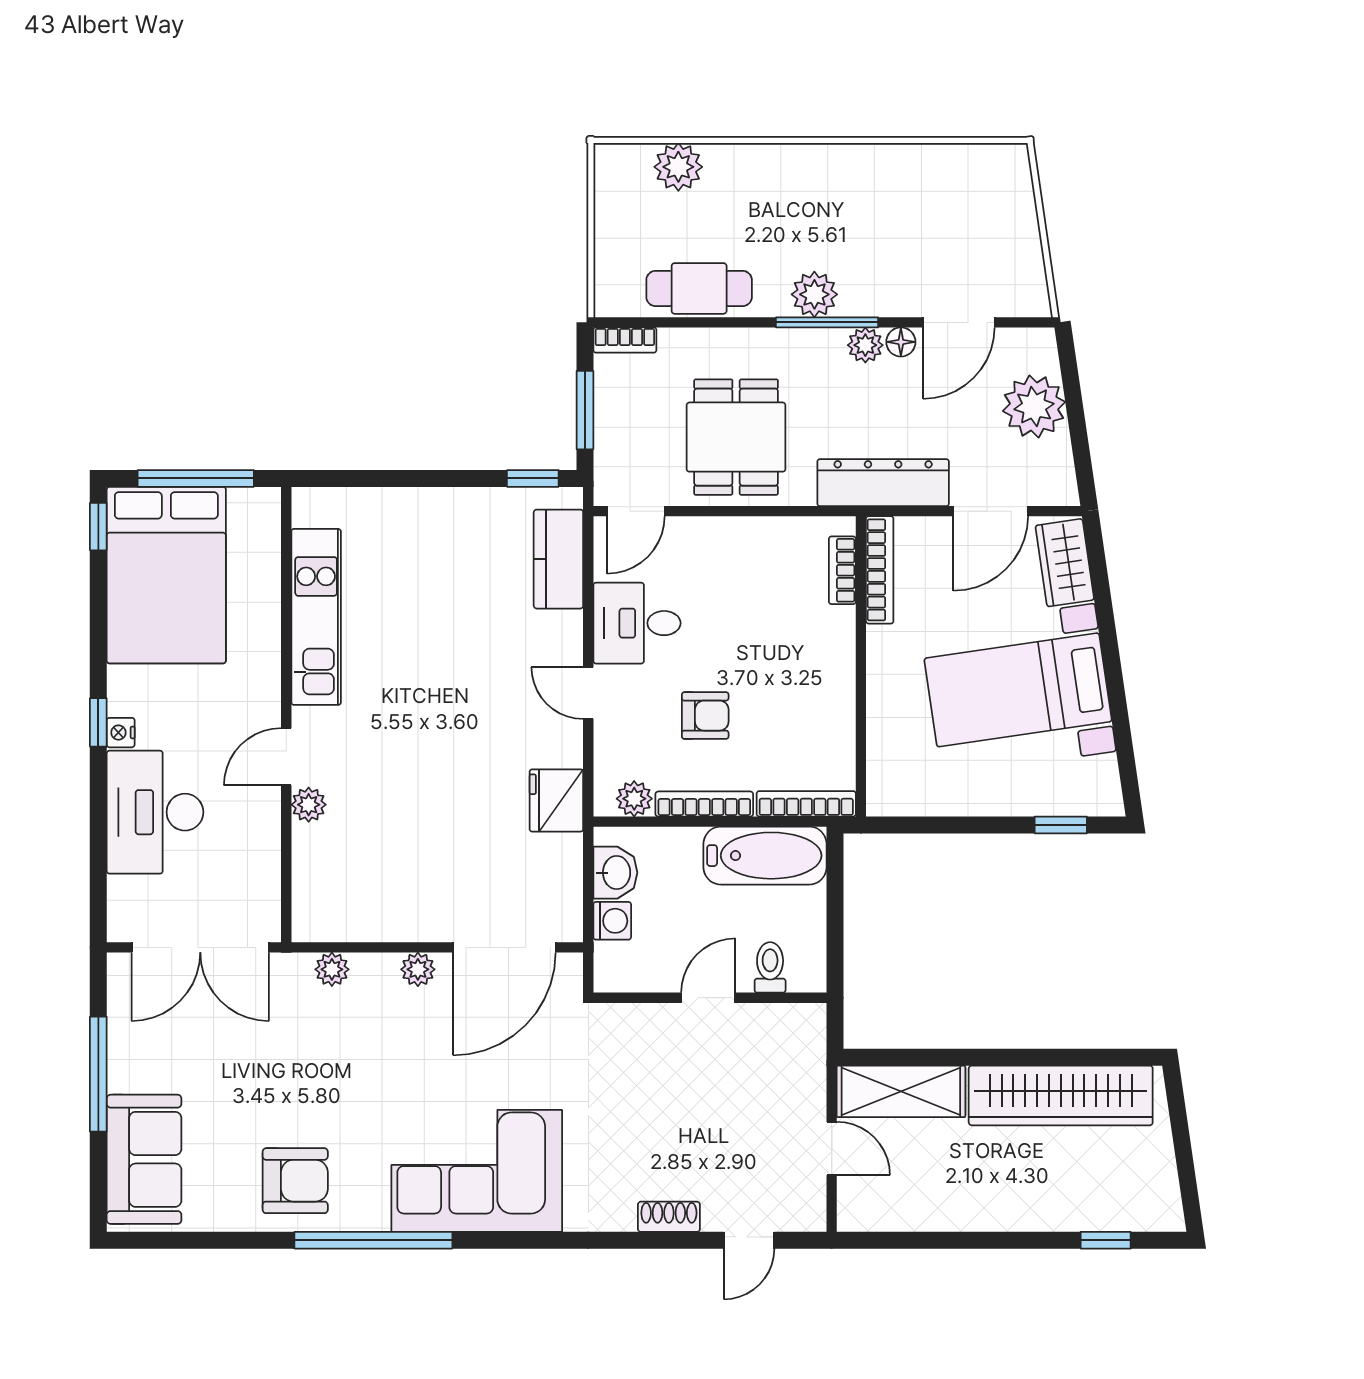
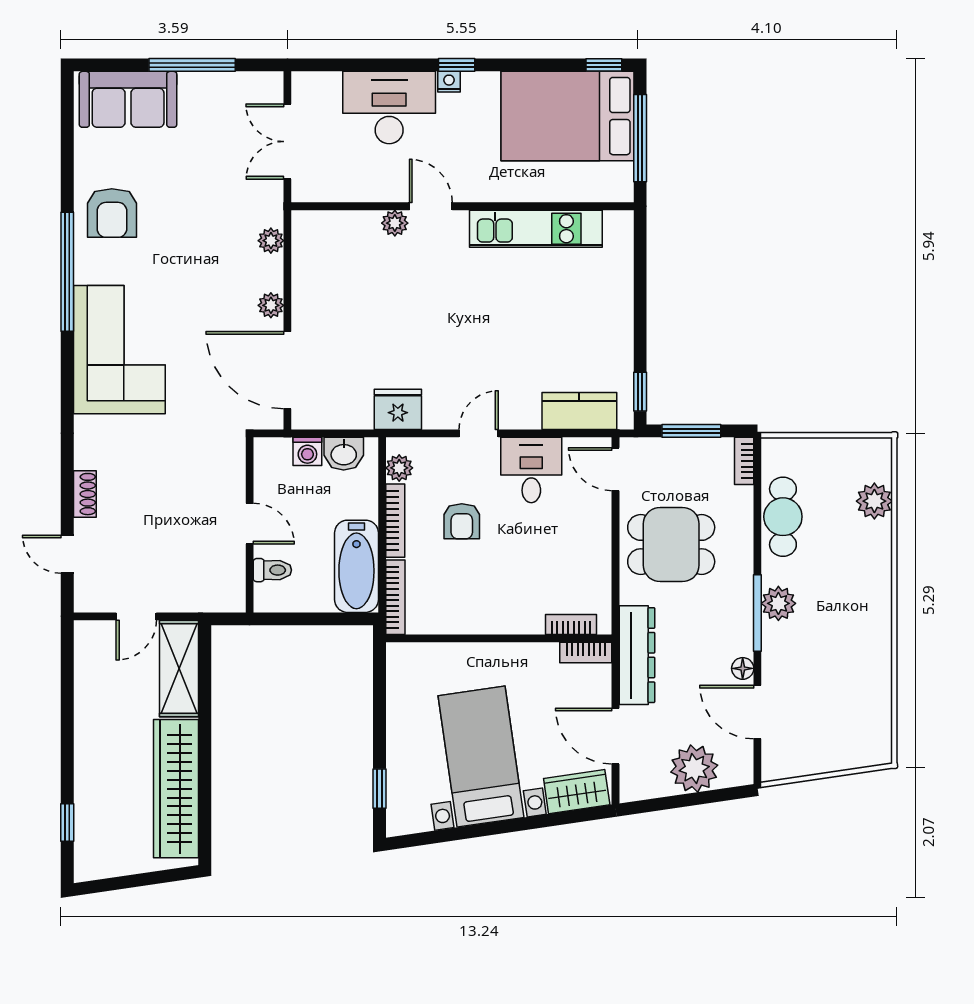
plant: (865, 345) -> (740, 642), removed
bookcase: (880, 570) -> (586, 653), width x0.64
double door: (200, 947) -> (287, 142), width x0.73

